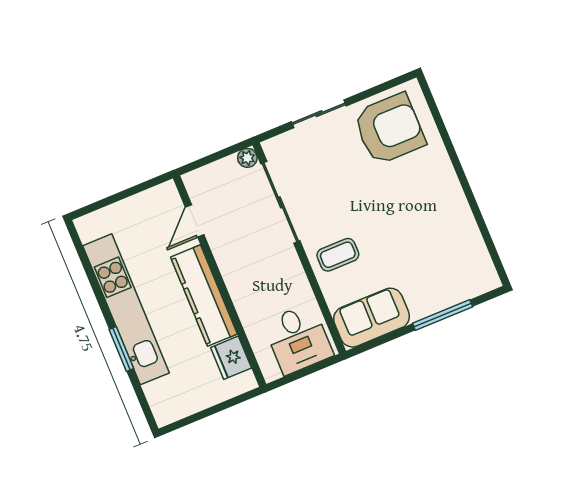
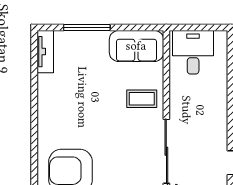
tv unit: (482, 264) -> (45, 52), added

